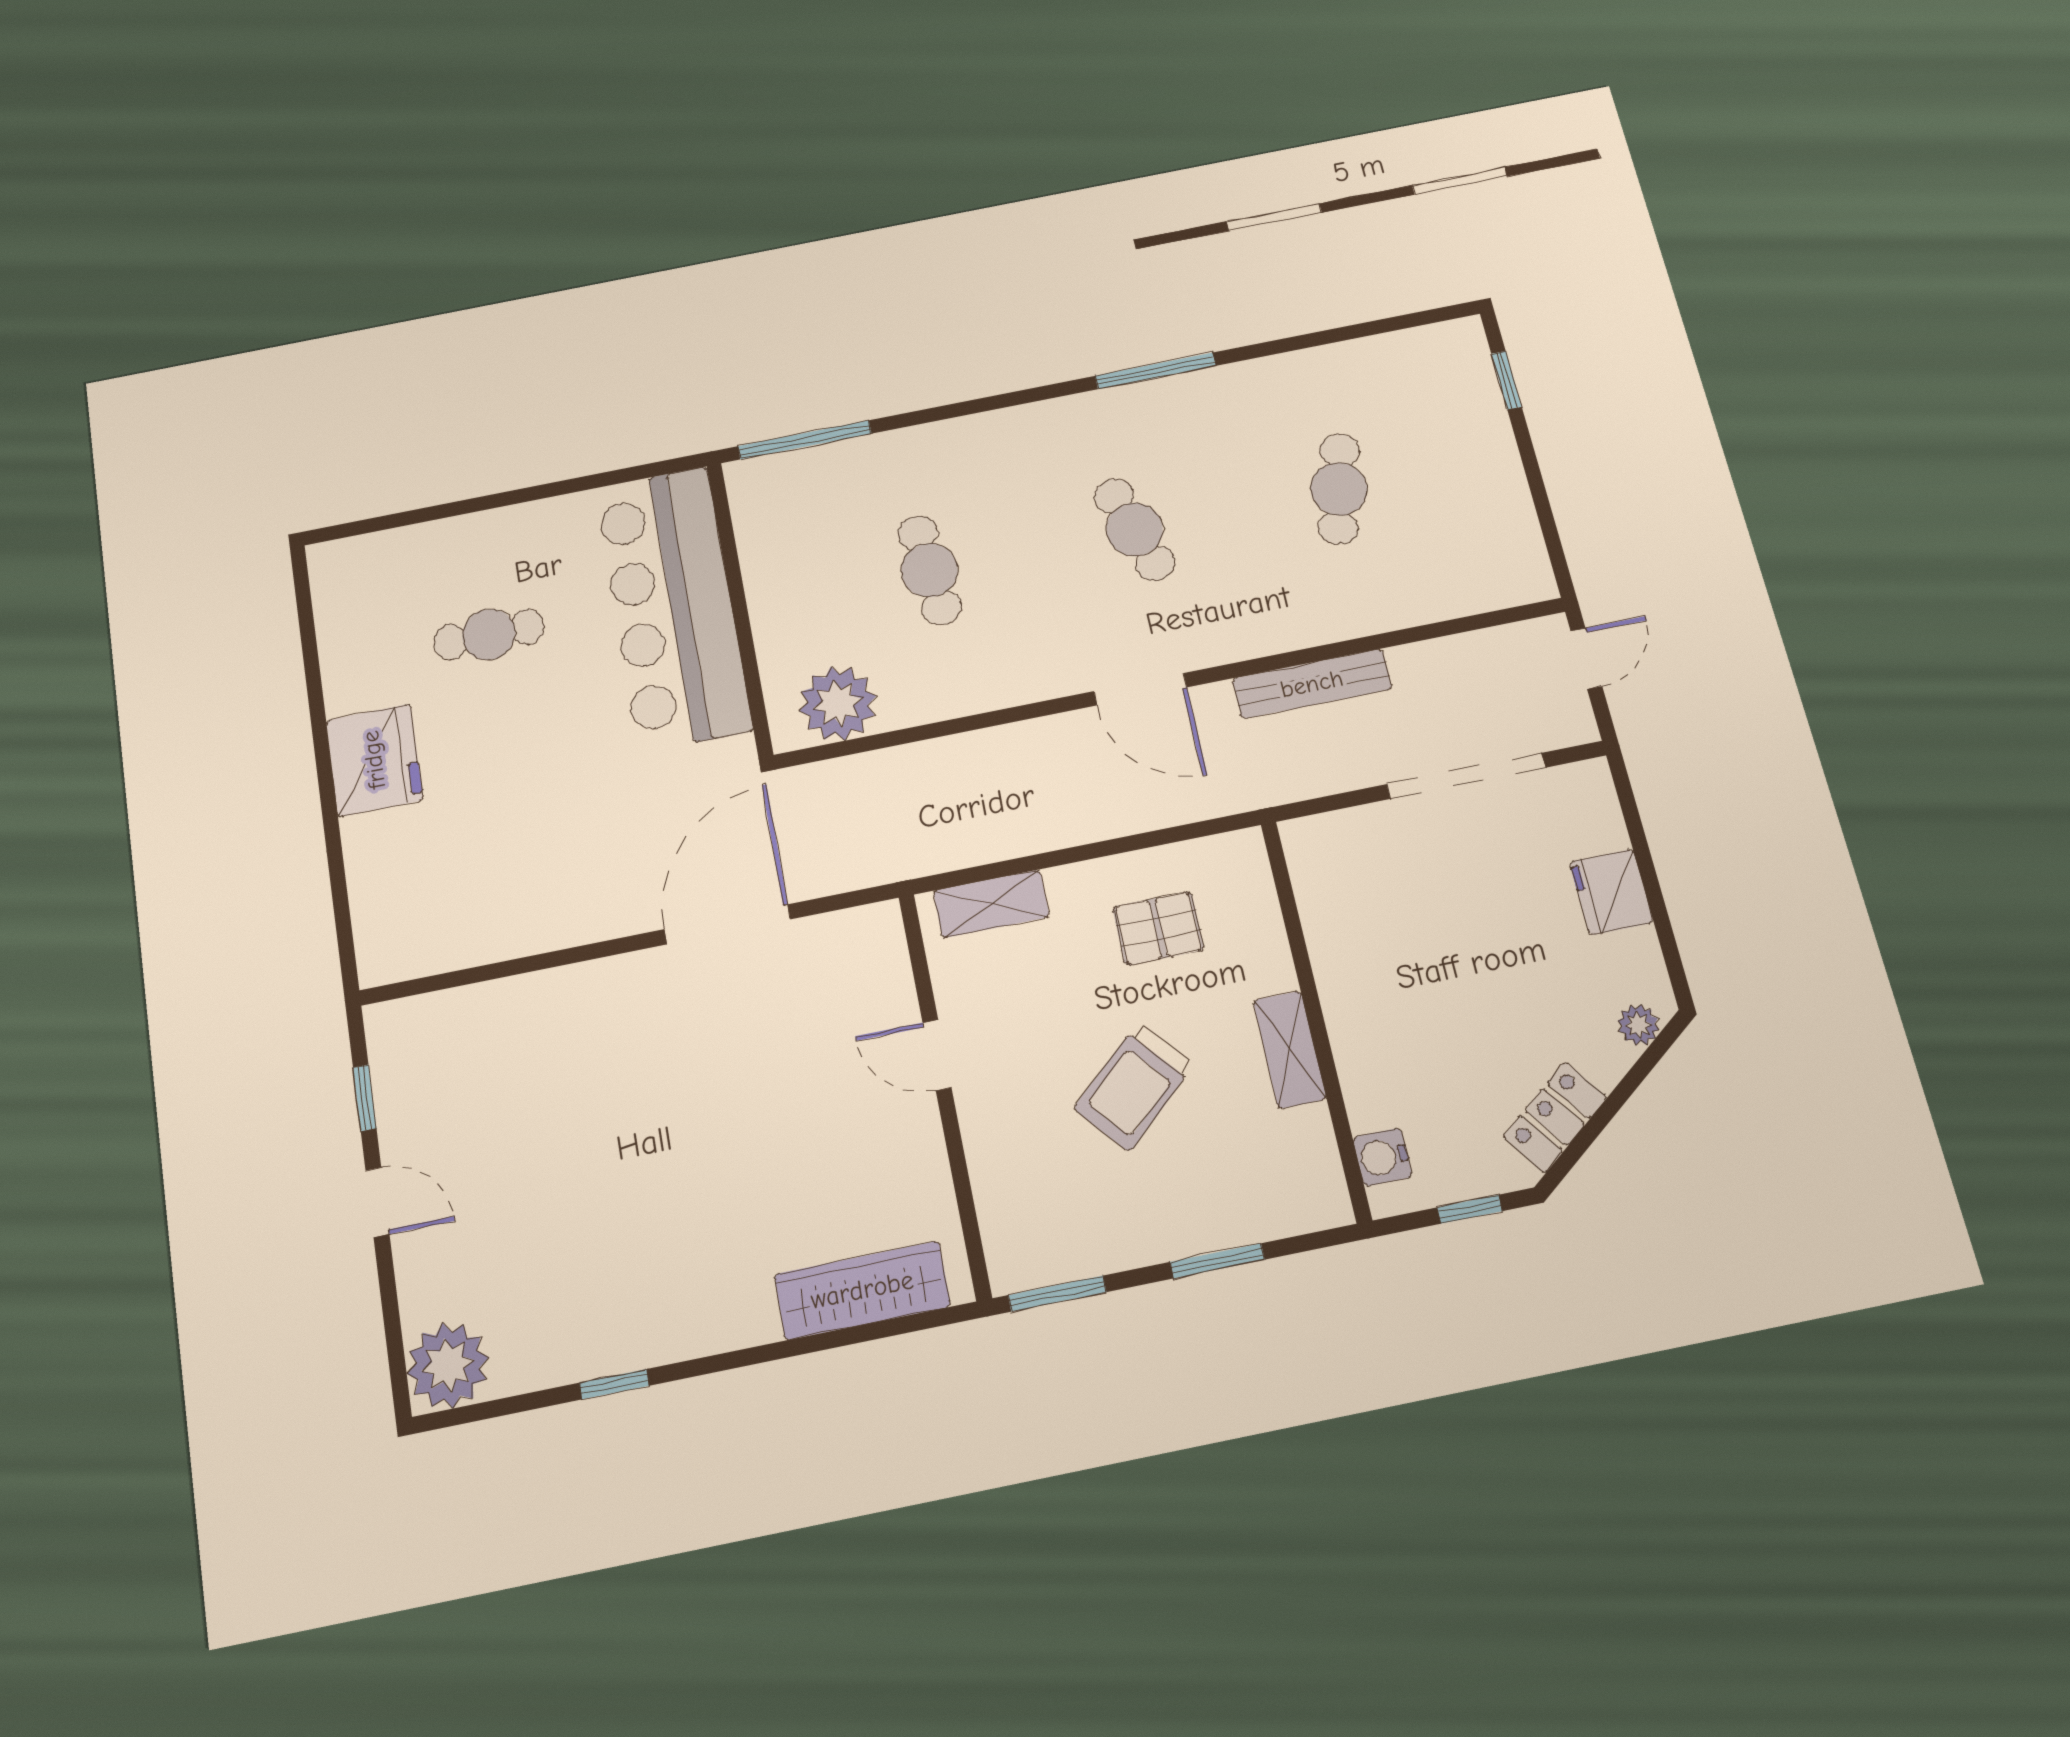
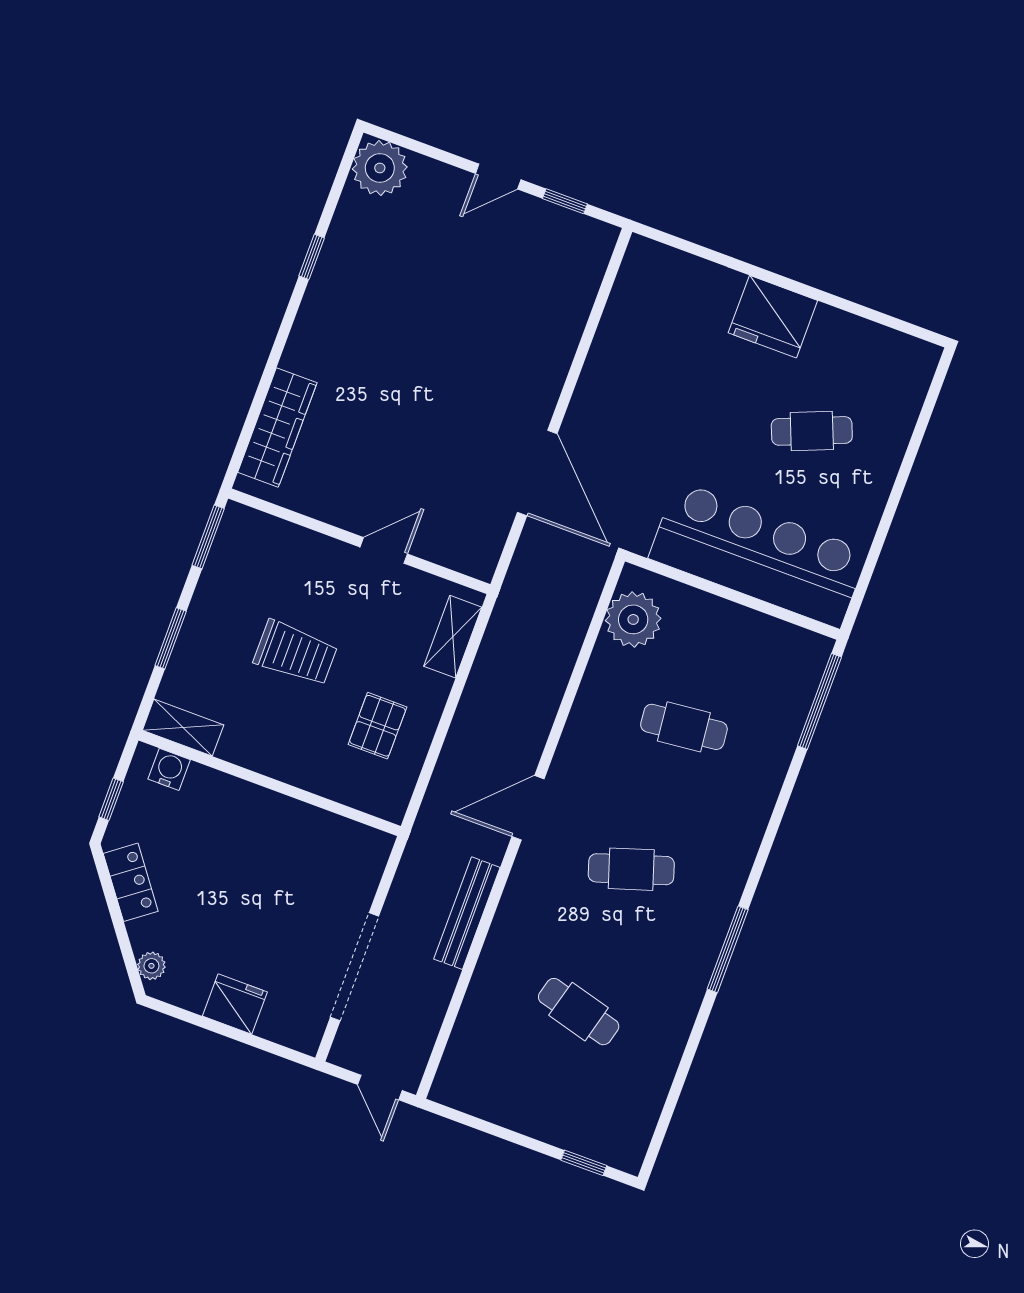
cafe table: (489, 634) -> (812, 431), turned 68
shelving: (1290, 1049) -> (183, 728), moved
trolley: (1134, 1087) -> (296, 653), turned 131

